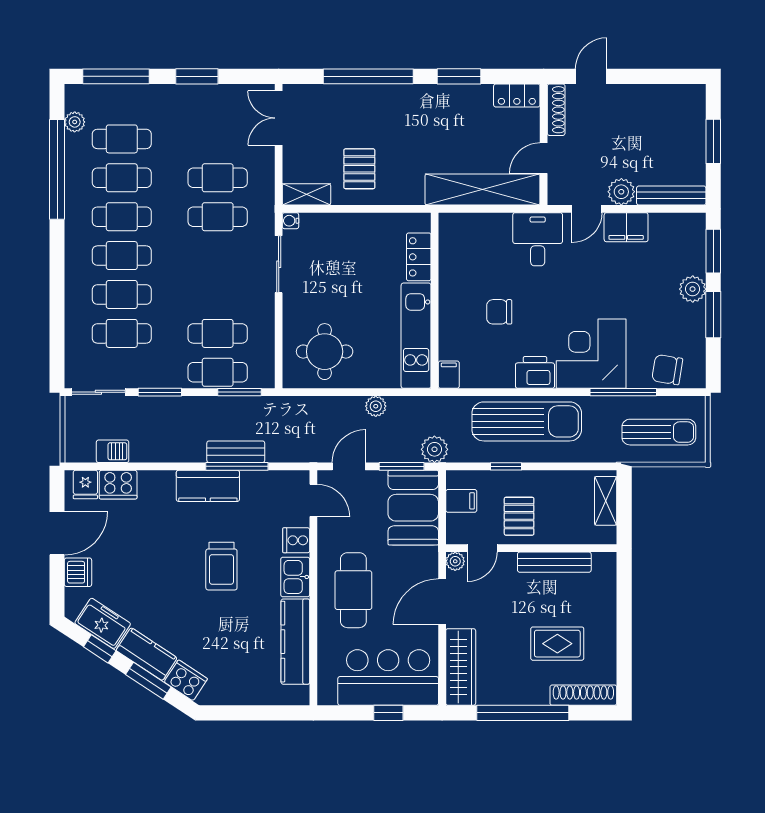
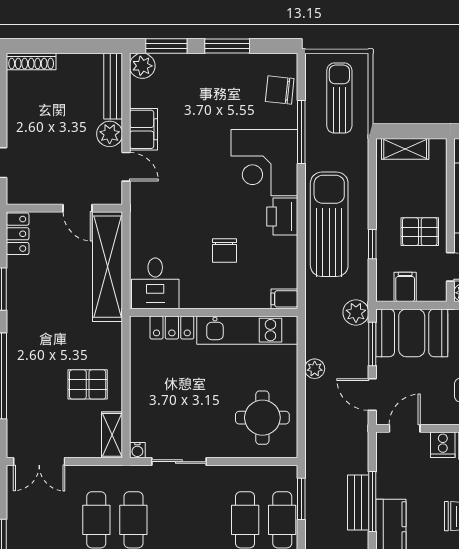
shoe rack: (556, 110) -> (31, 61), moved, turned 180
window: (713, 141) -> (61, 46), removed
desk: (538, 239) -> (155, 283), moved, turned -90
plant: (693, 289) -> (142, 66), moved
chair: (667, 370) -> (280, 90), turned 87

